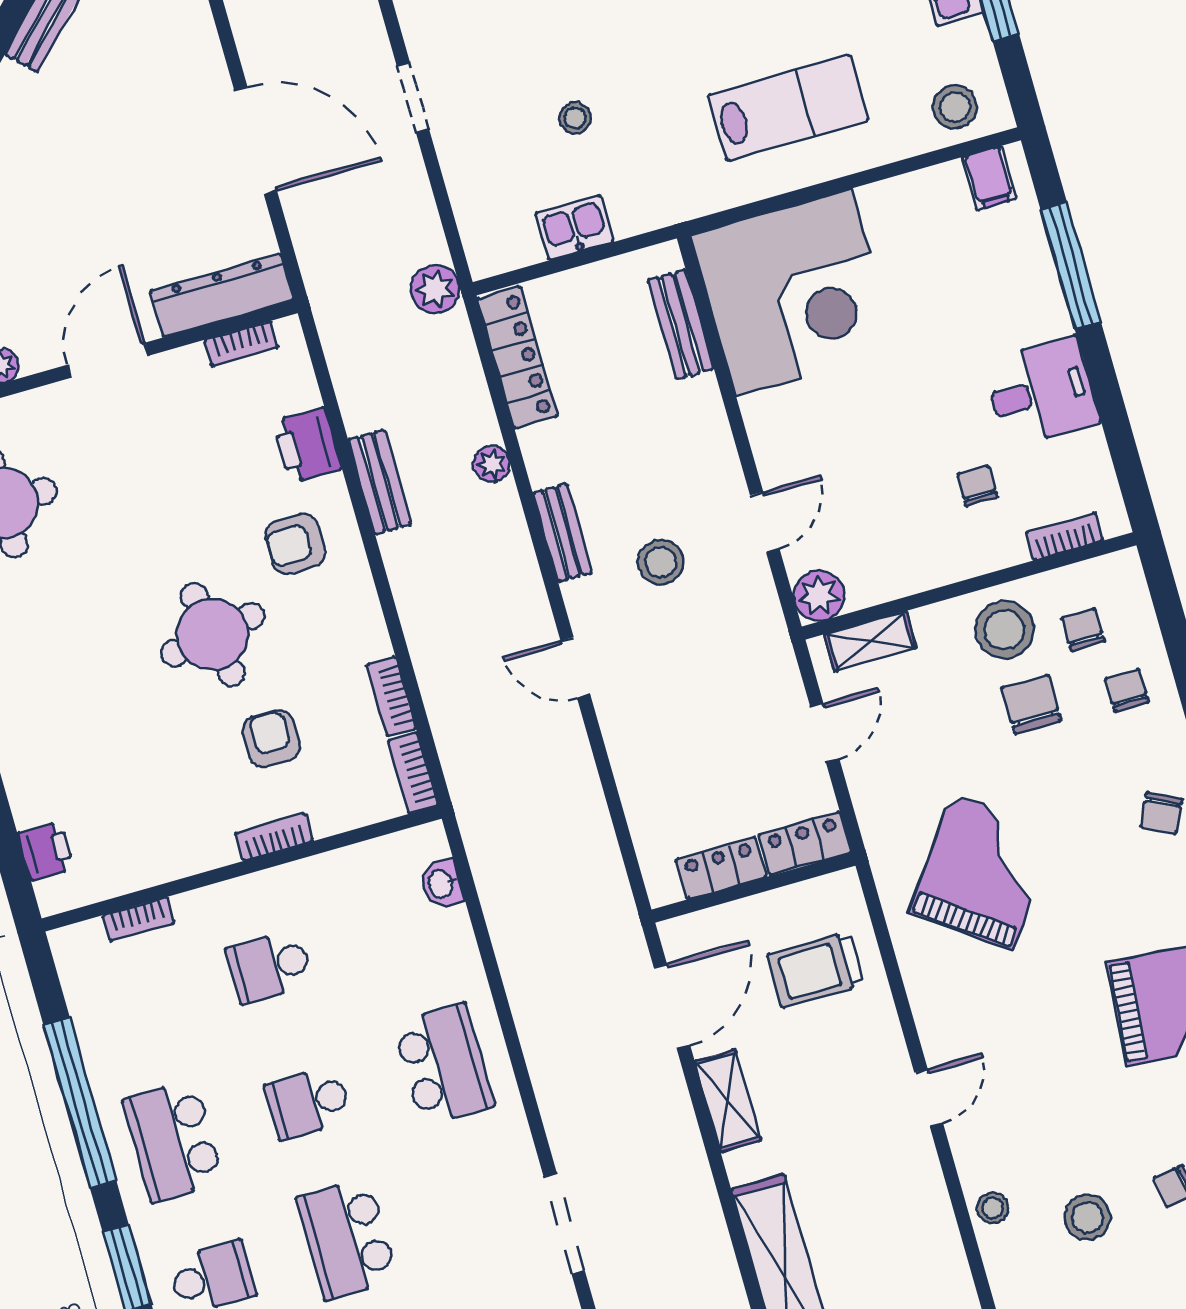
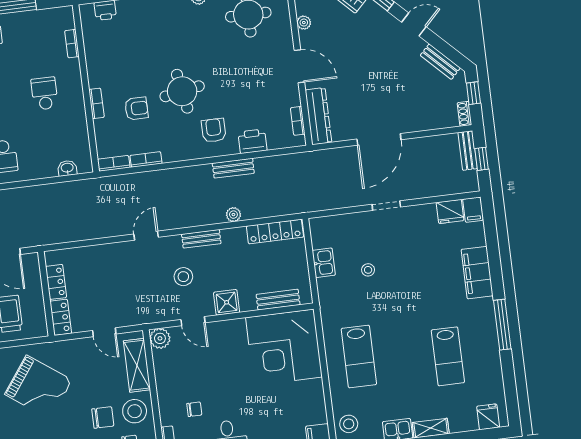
plant: (435, 289) -> (308, 203), removed
shower: (707, 448) -> (227, 302), added
shelving: (870, 641) -> (137, 365), width x1.50, depth x1.33

